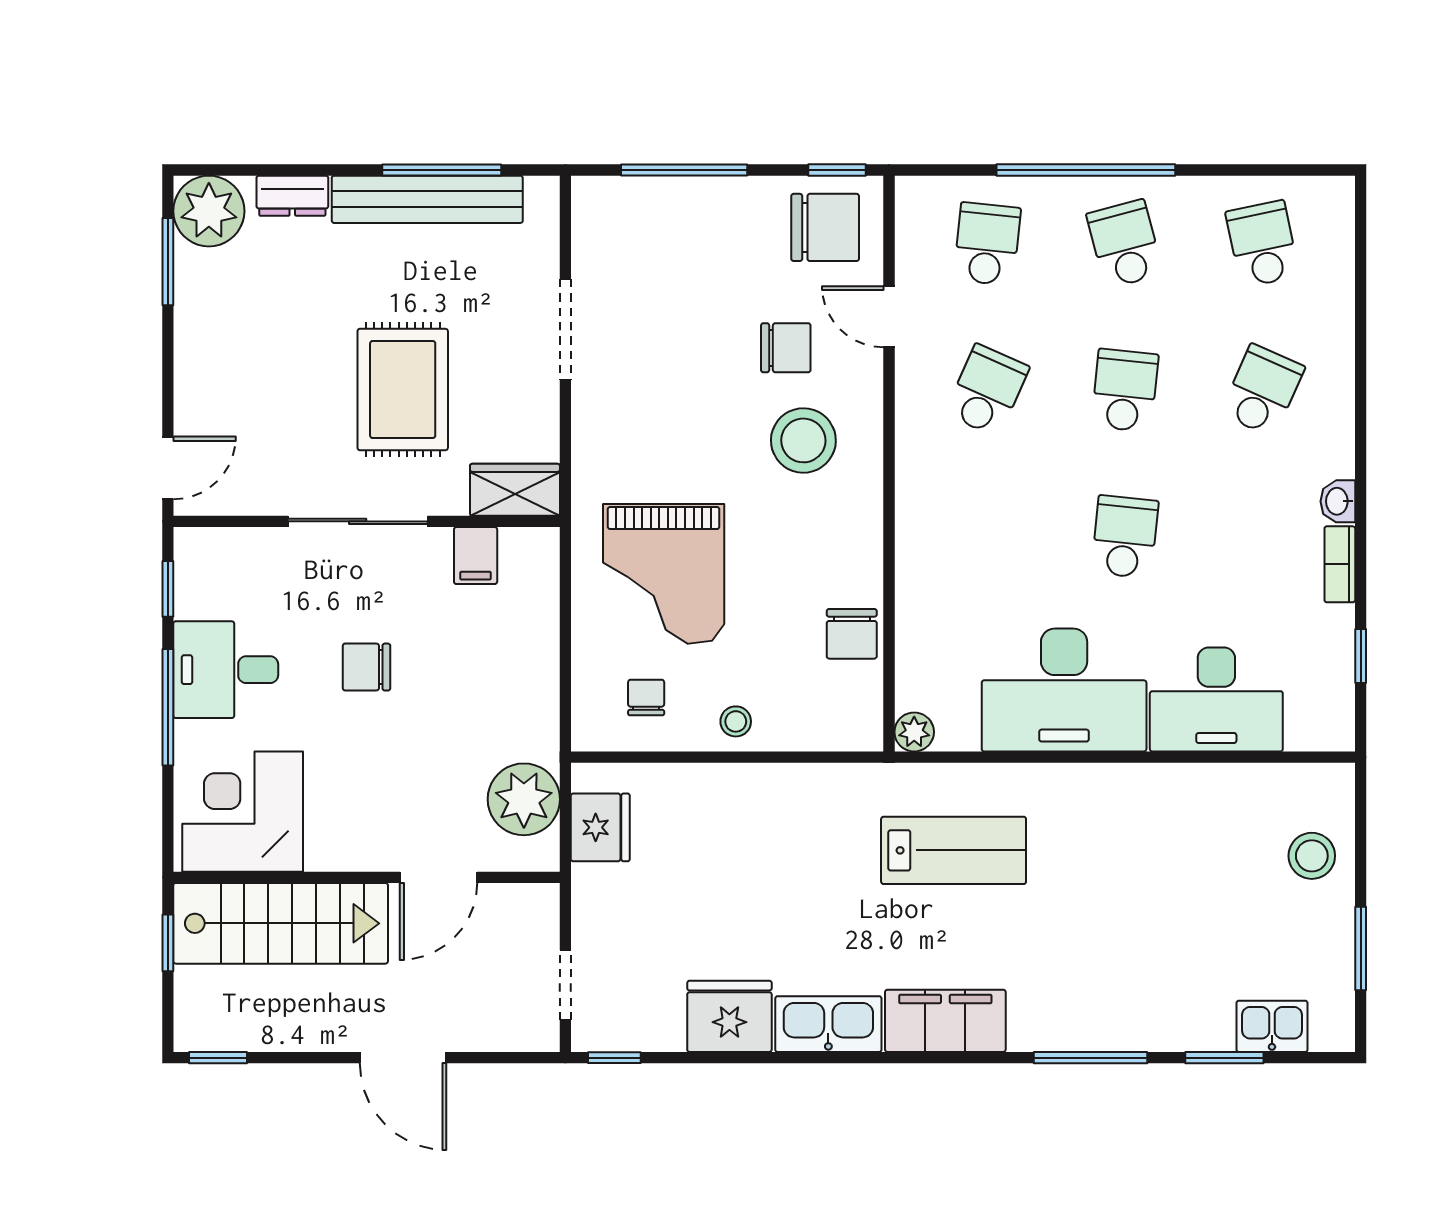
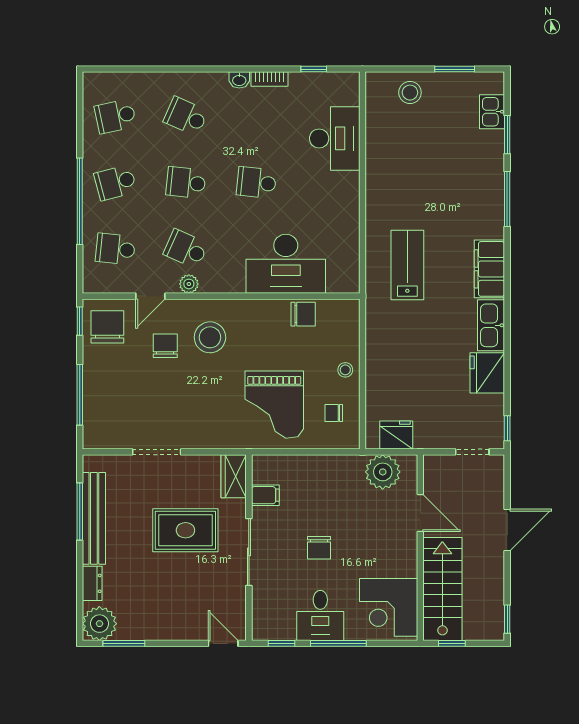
grand piano: (664, 574) -> (274, 405), turned 90
desk: (1064, 690) -> (286, 264), moved, turned 90
plant: (914, 732) -> (189, 284), moved

